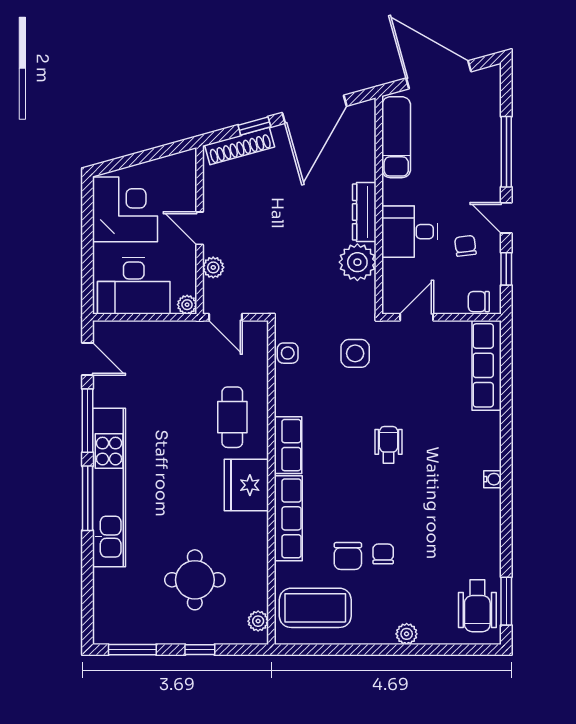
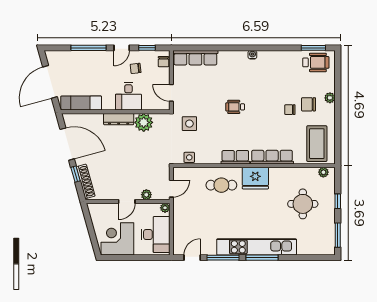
chair: (348, 556) -> (309, 104), moved, turned 180

